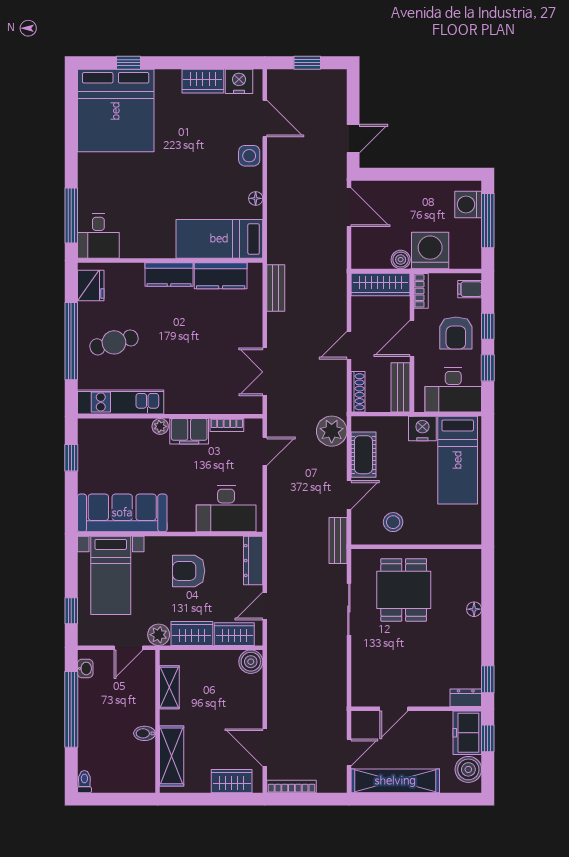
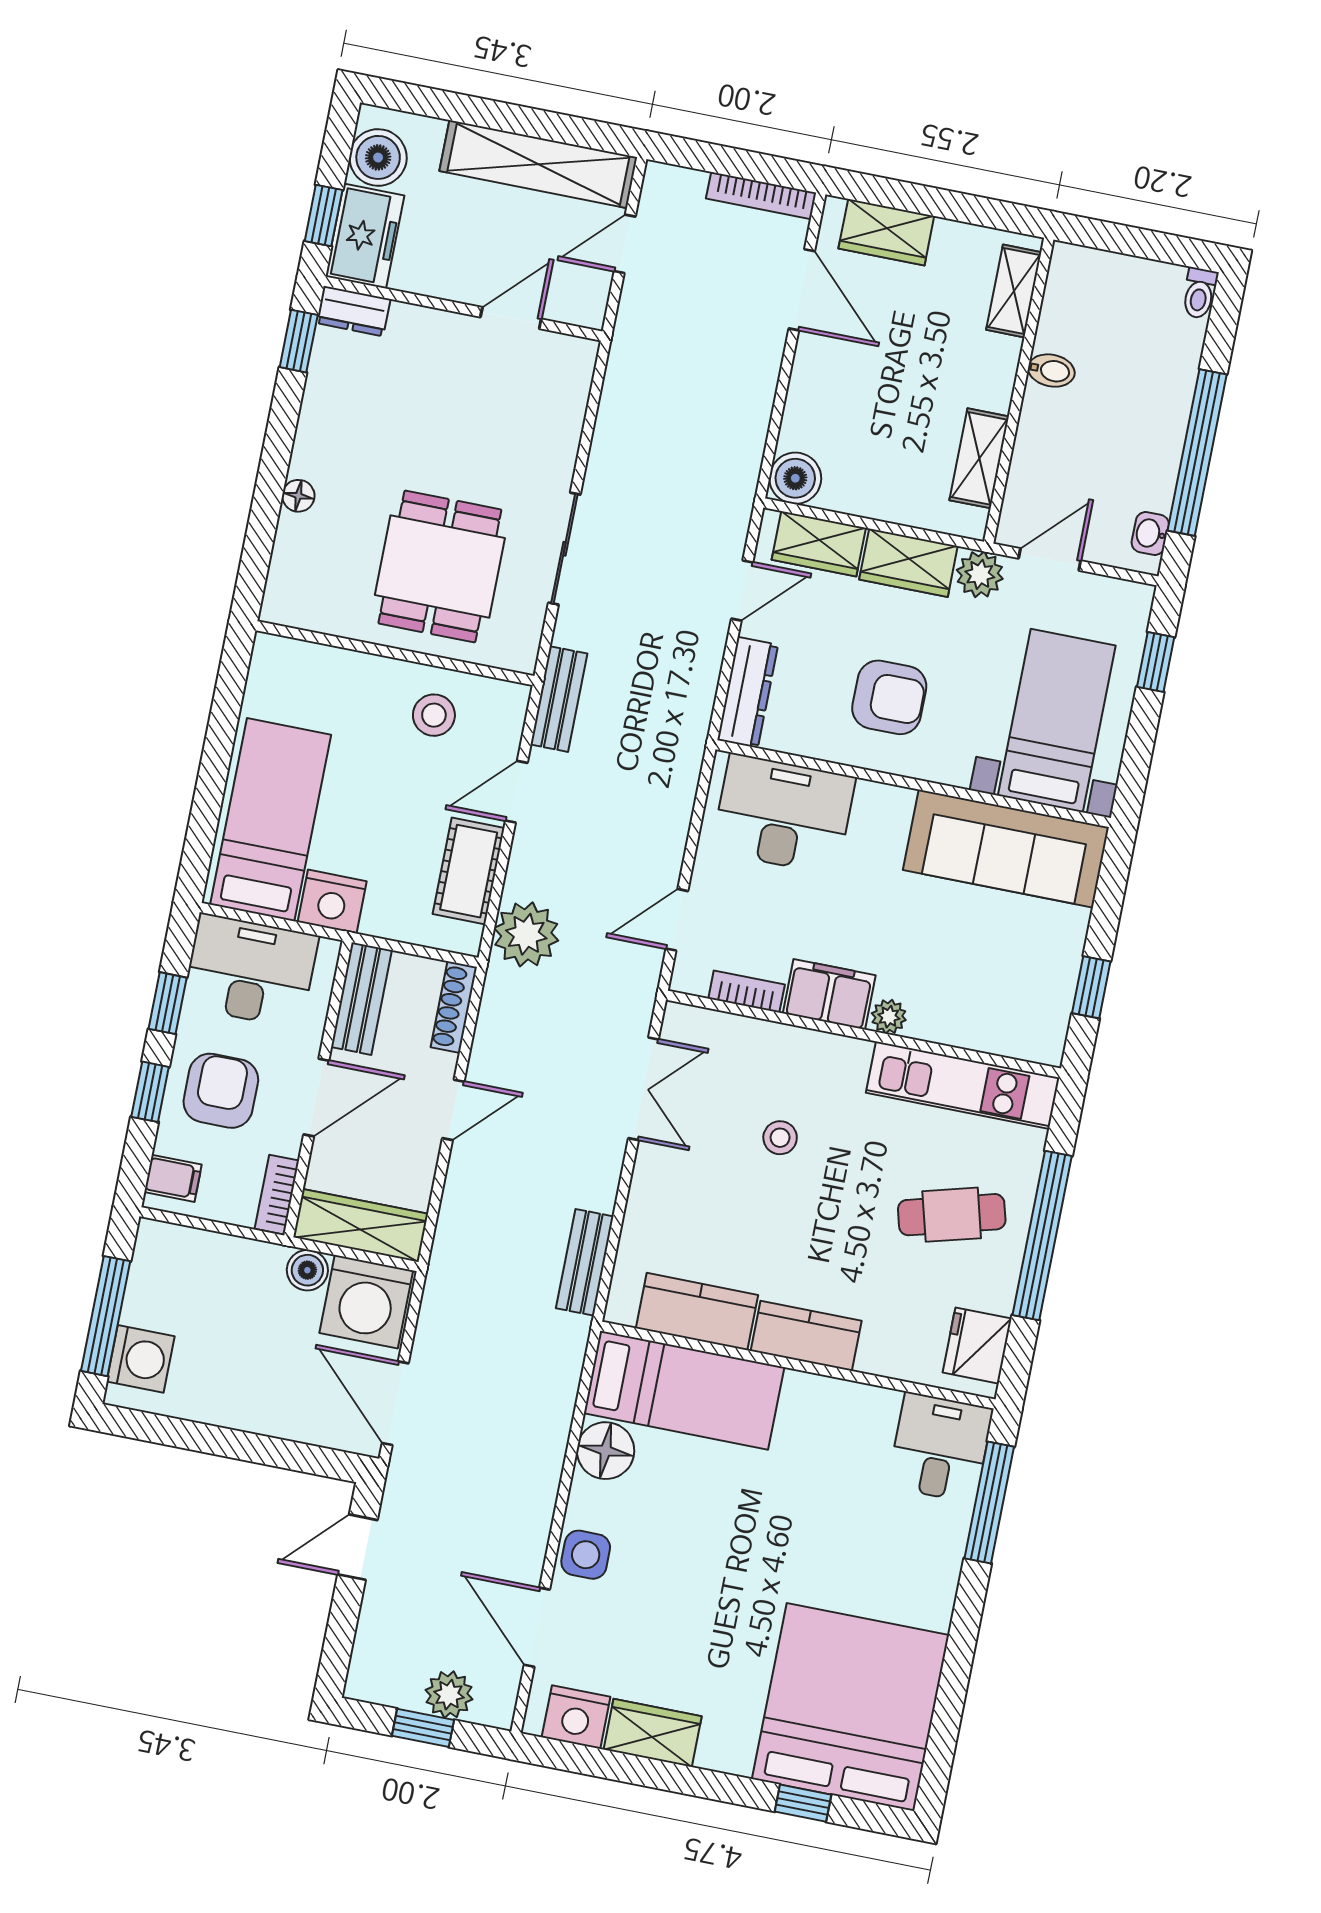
plant: (298, 80) -> (449, 1695), added
floor lamp: (256, 198) -> (606, 1451), width x1.89, depth x1.89
washing machine: (430, 251) -> (366, 1302), moved
stool: (199, 362) -> (780, 1138), added
shelving: (172, 756) -> (1014, 291), width x0.67, depth x0.75

